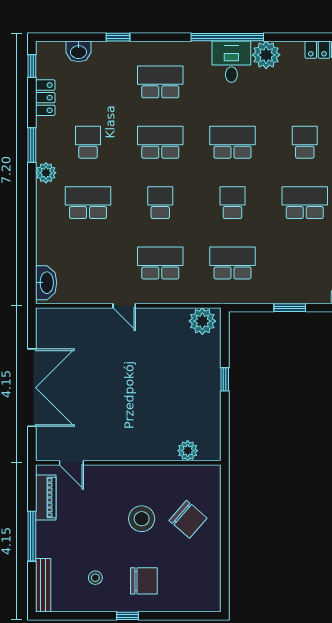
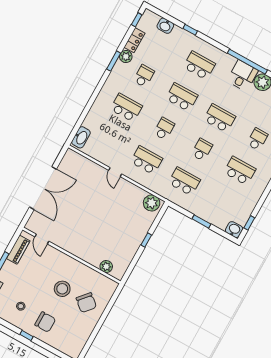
plant: (46, 173) -> (126, 57), moved

